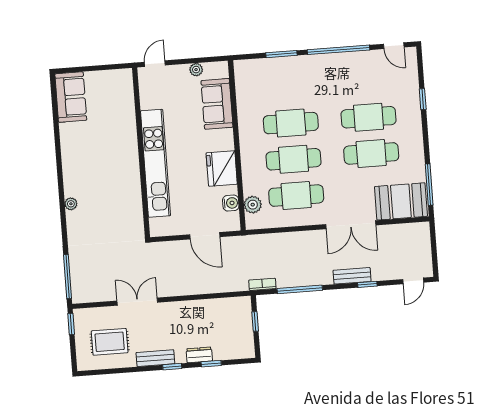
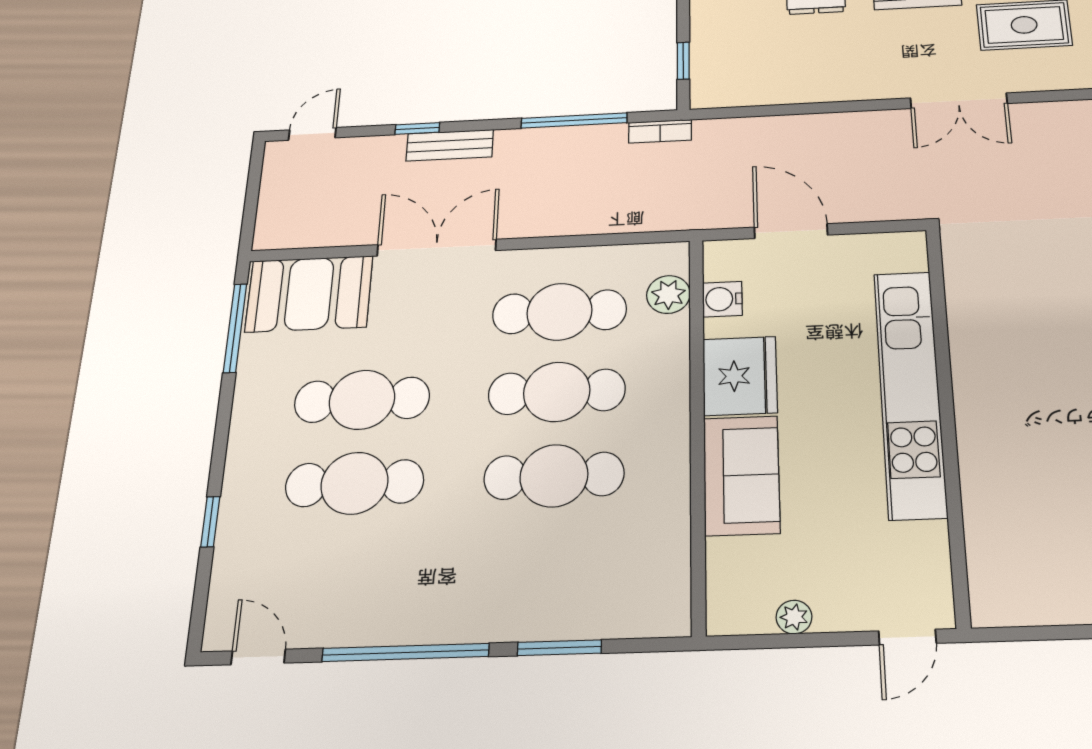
sofa: (217, 104) -> (741, 475), moved

